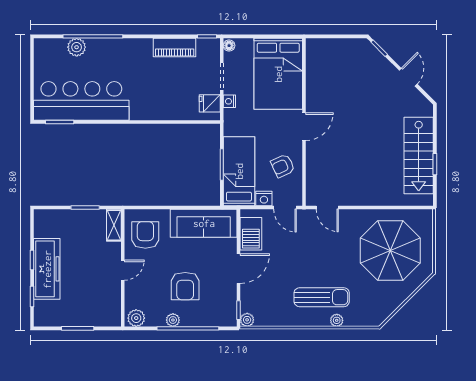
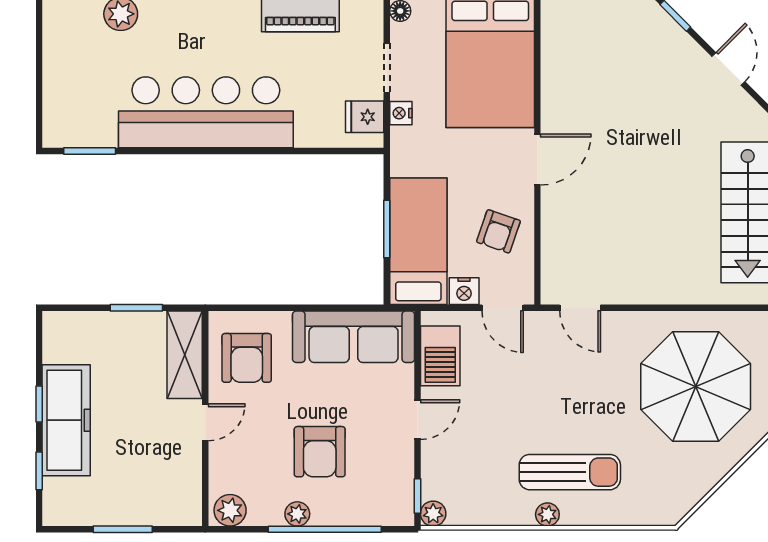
bar counter: (81, 101) -> (206, 112), moved
armchair: (283, 166) -> (498, 231), turned -46
shelving: (114, 225) -> (185, 355), width x1.50, depth x1.33
armchair: (145, 235) -> (247, 358), turned 180
door: (238, 269) -> (417, 420), width x0.73
plant: (337, 320) -> (547, 514), moved

